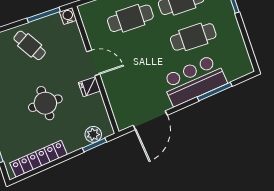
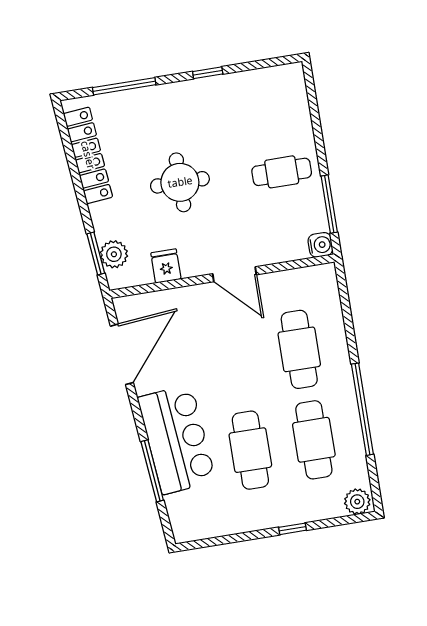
cafe table: (30, 45) -> (282, 172), turned 31
door: (93, 63) -> (235, 274), hinge flipped
fridge: (89, 87) -> (166, 266), moved
door: (150, 120) -> (122, 354), swing flipped

